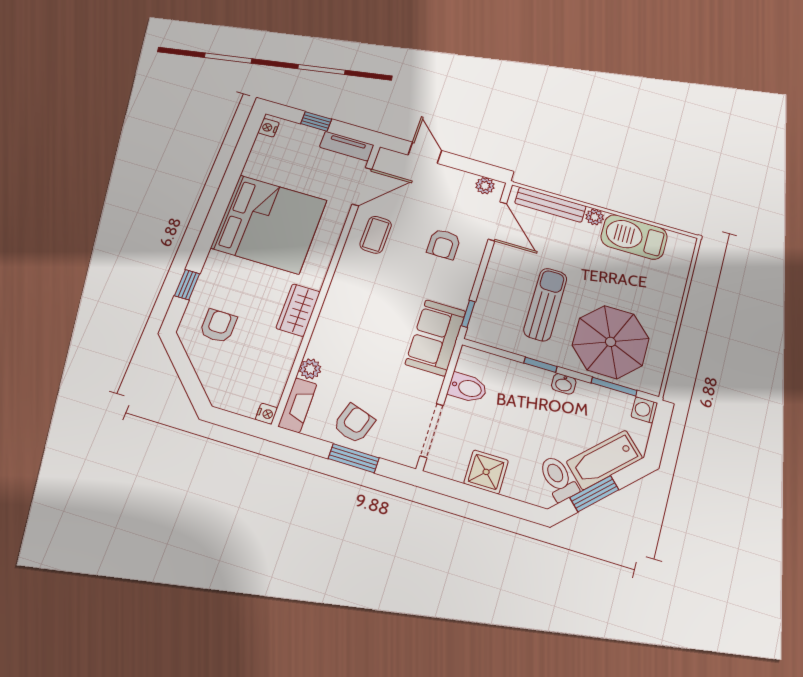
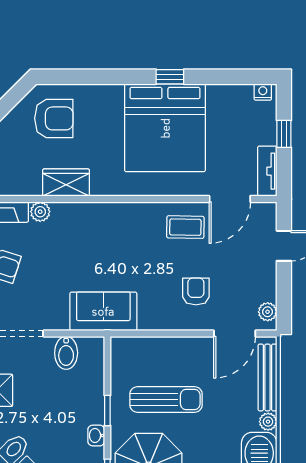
door: (362, 187) -> (230, 199), hinge flipped
armchair: (444, 244) -> (196, 291), turned 90
window: (187, 285) -> (170, 77), moved
wardrobe: (298, 310) -> (66, 183), moved
window: (468, 314) -> (135, 333), removed
armchair: (218, 326) -> (54, 118), width x1.38, depth x1.38

